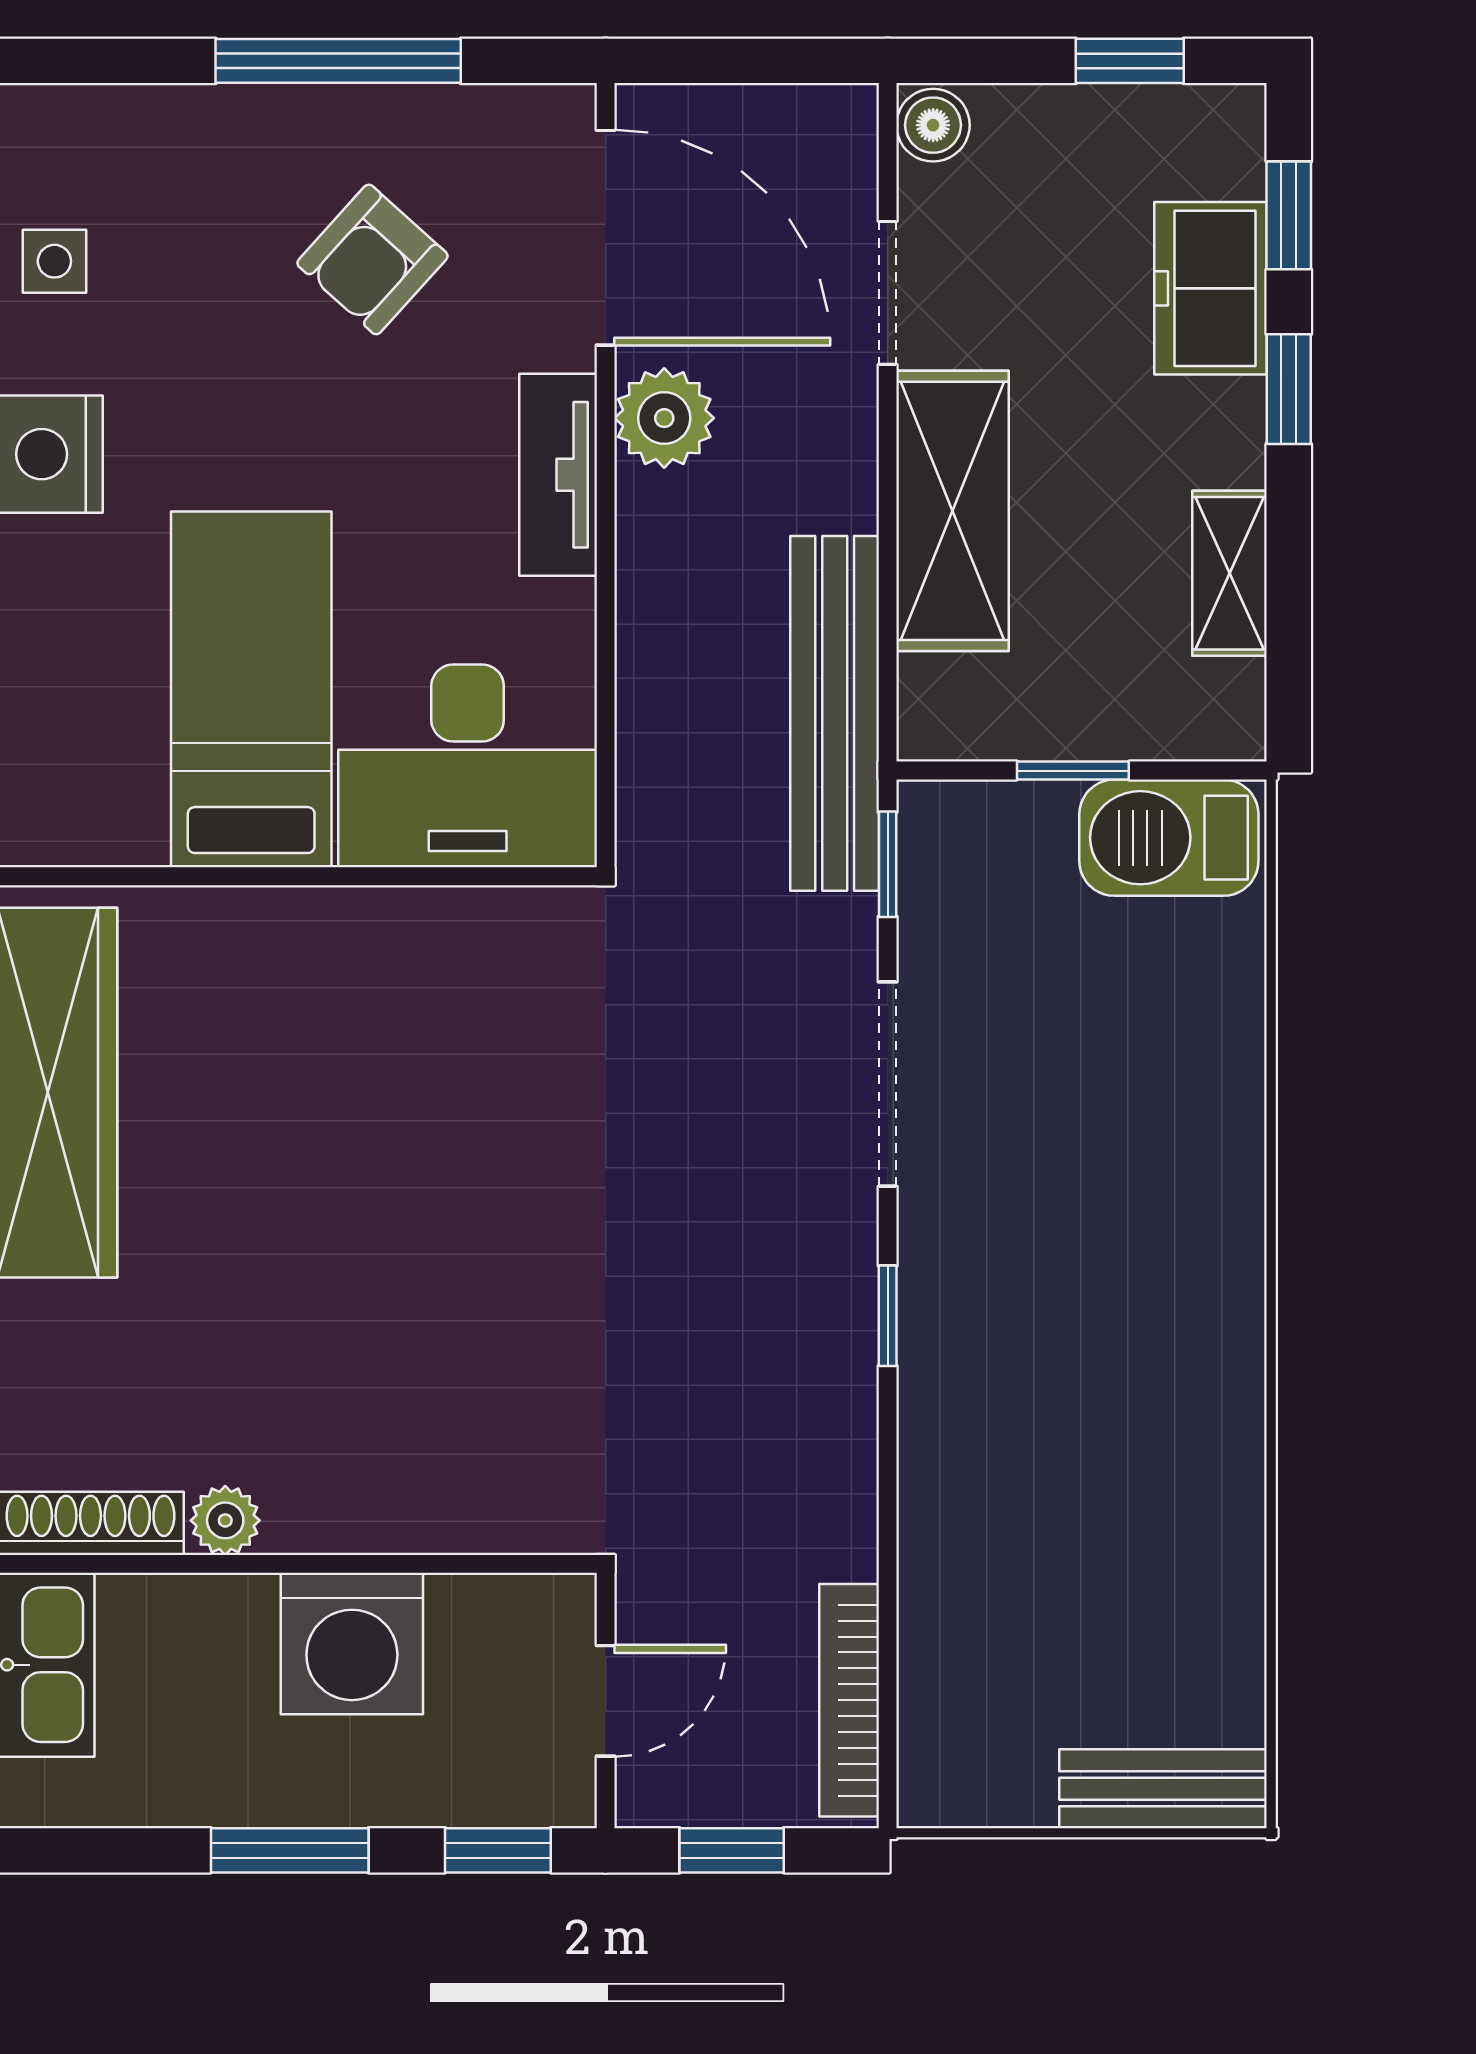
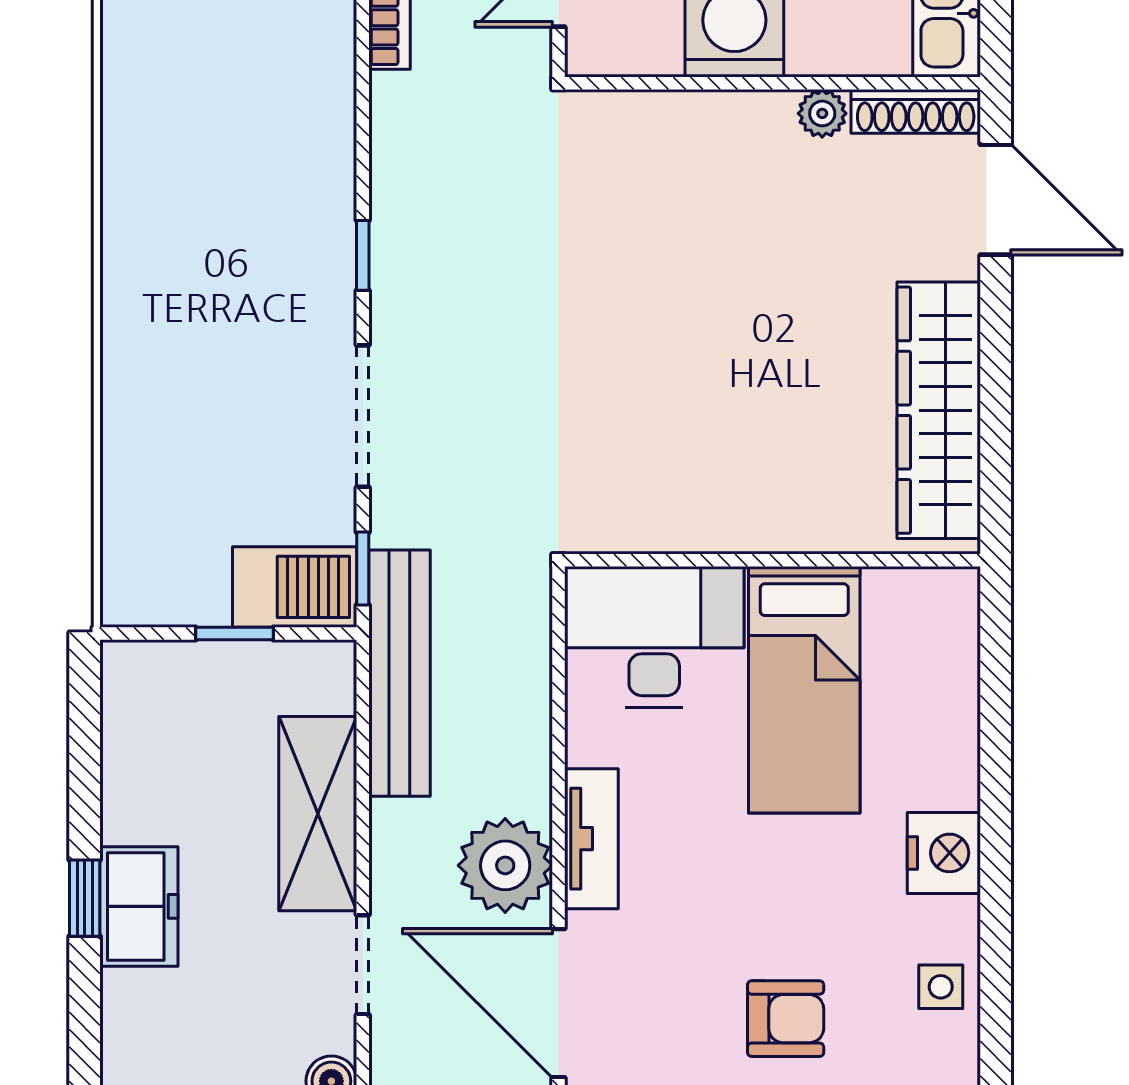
window: (1289, 215) -> (85, 1019), removed
armchair: (372, 259) -> (786, 1019), moved, turned 48
freezer: (1211, 288) -> (139, 906), moved
plant: (664, 418) -> (505, 865), width x1.36, depth x1.36
shelving: (1229, 573) -> (126, 770), removed
barbecue: (1169, 838) -> (295, 587), moved

